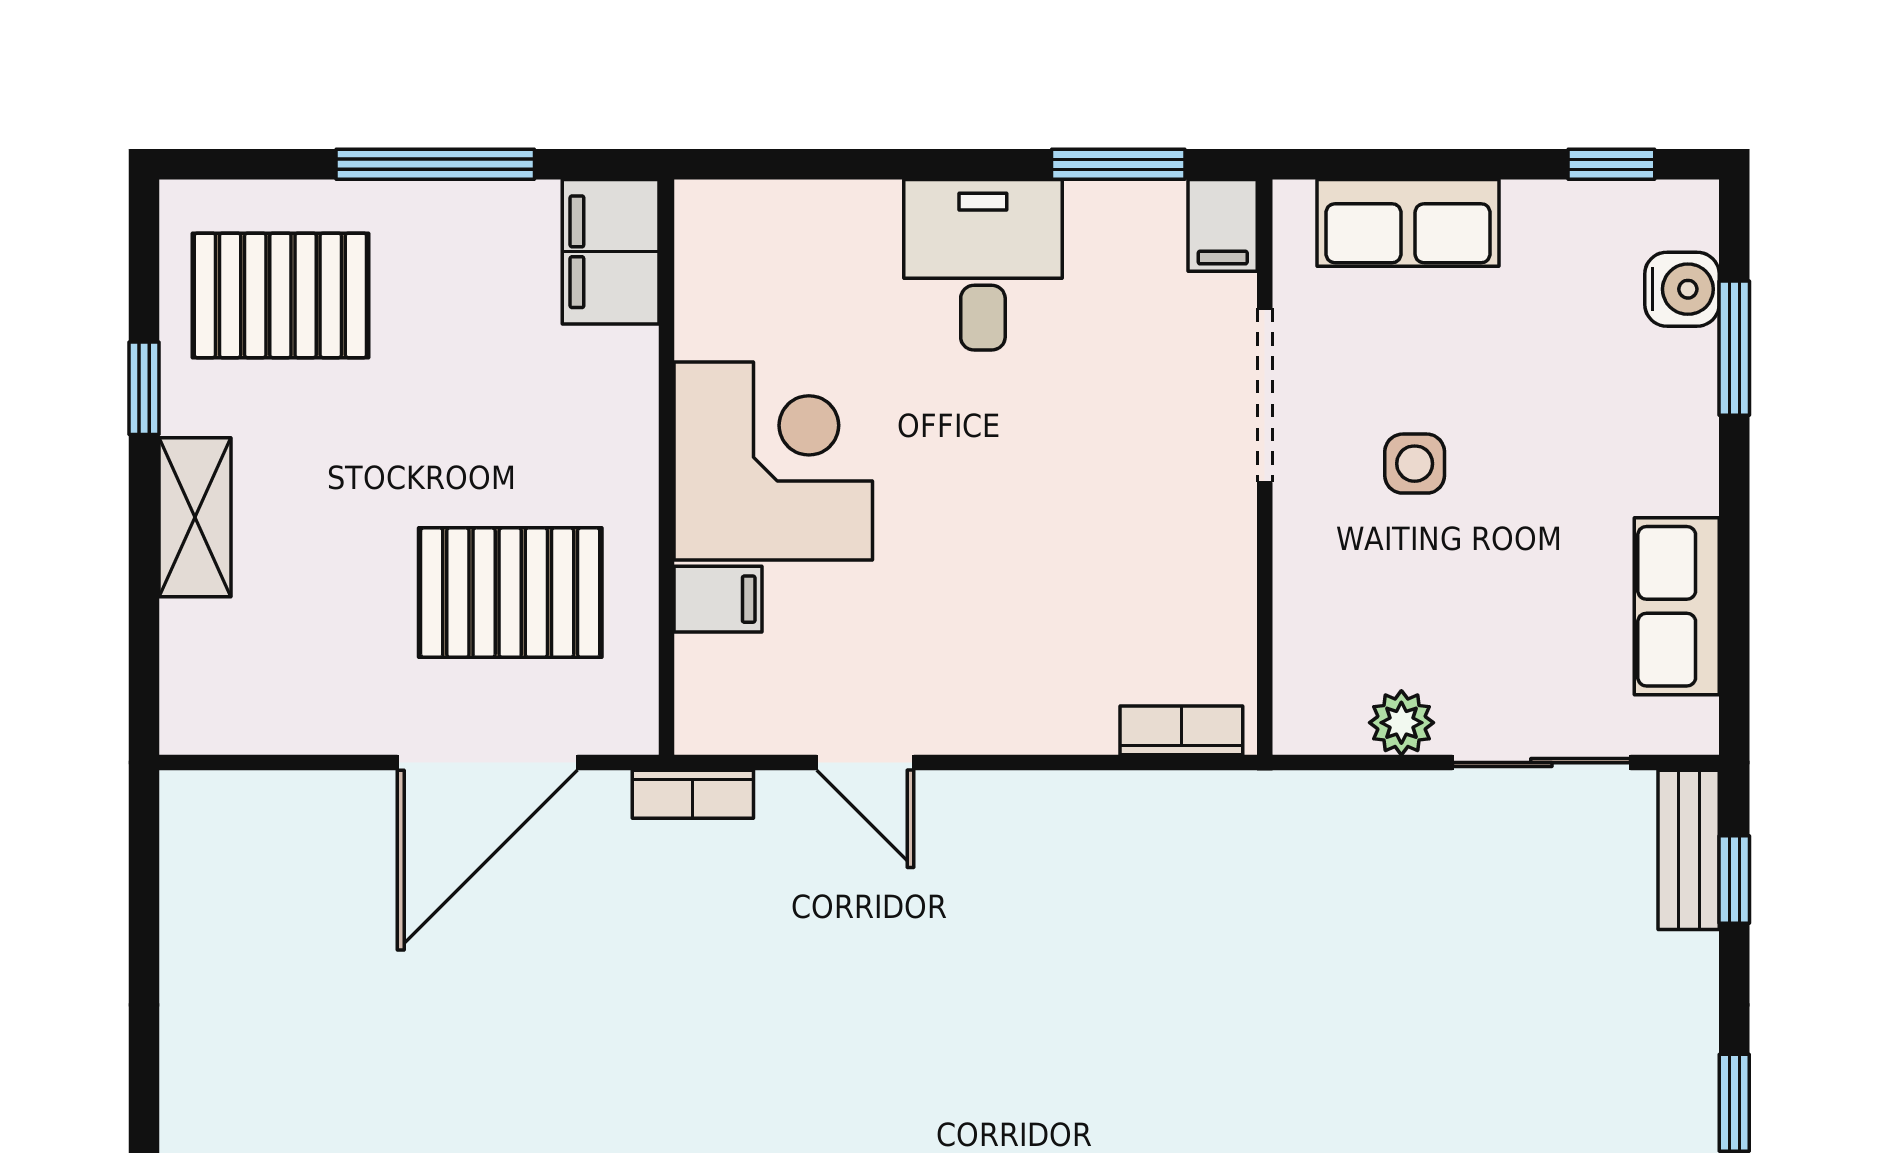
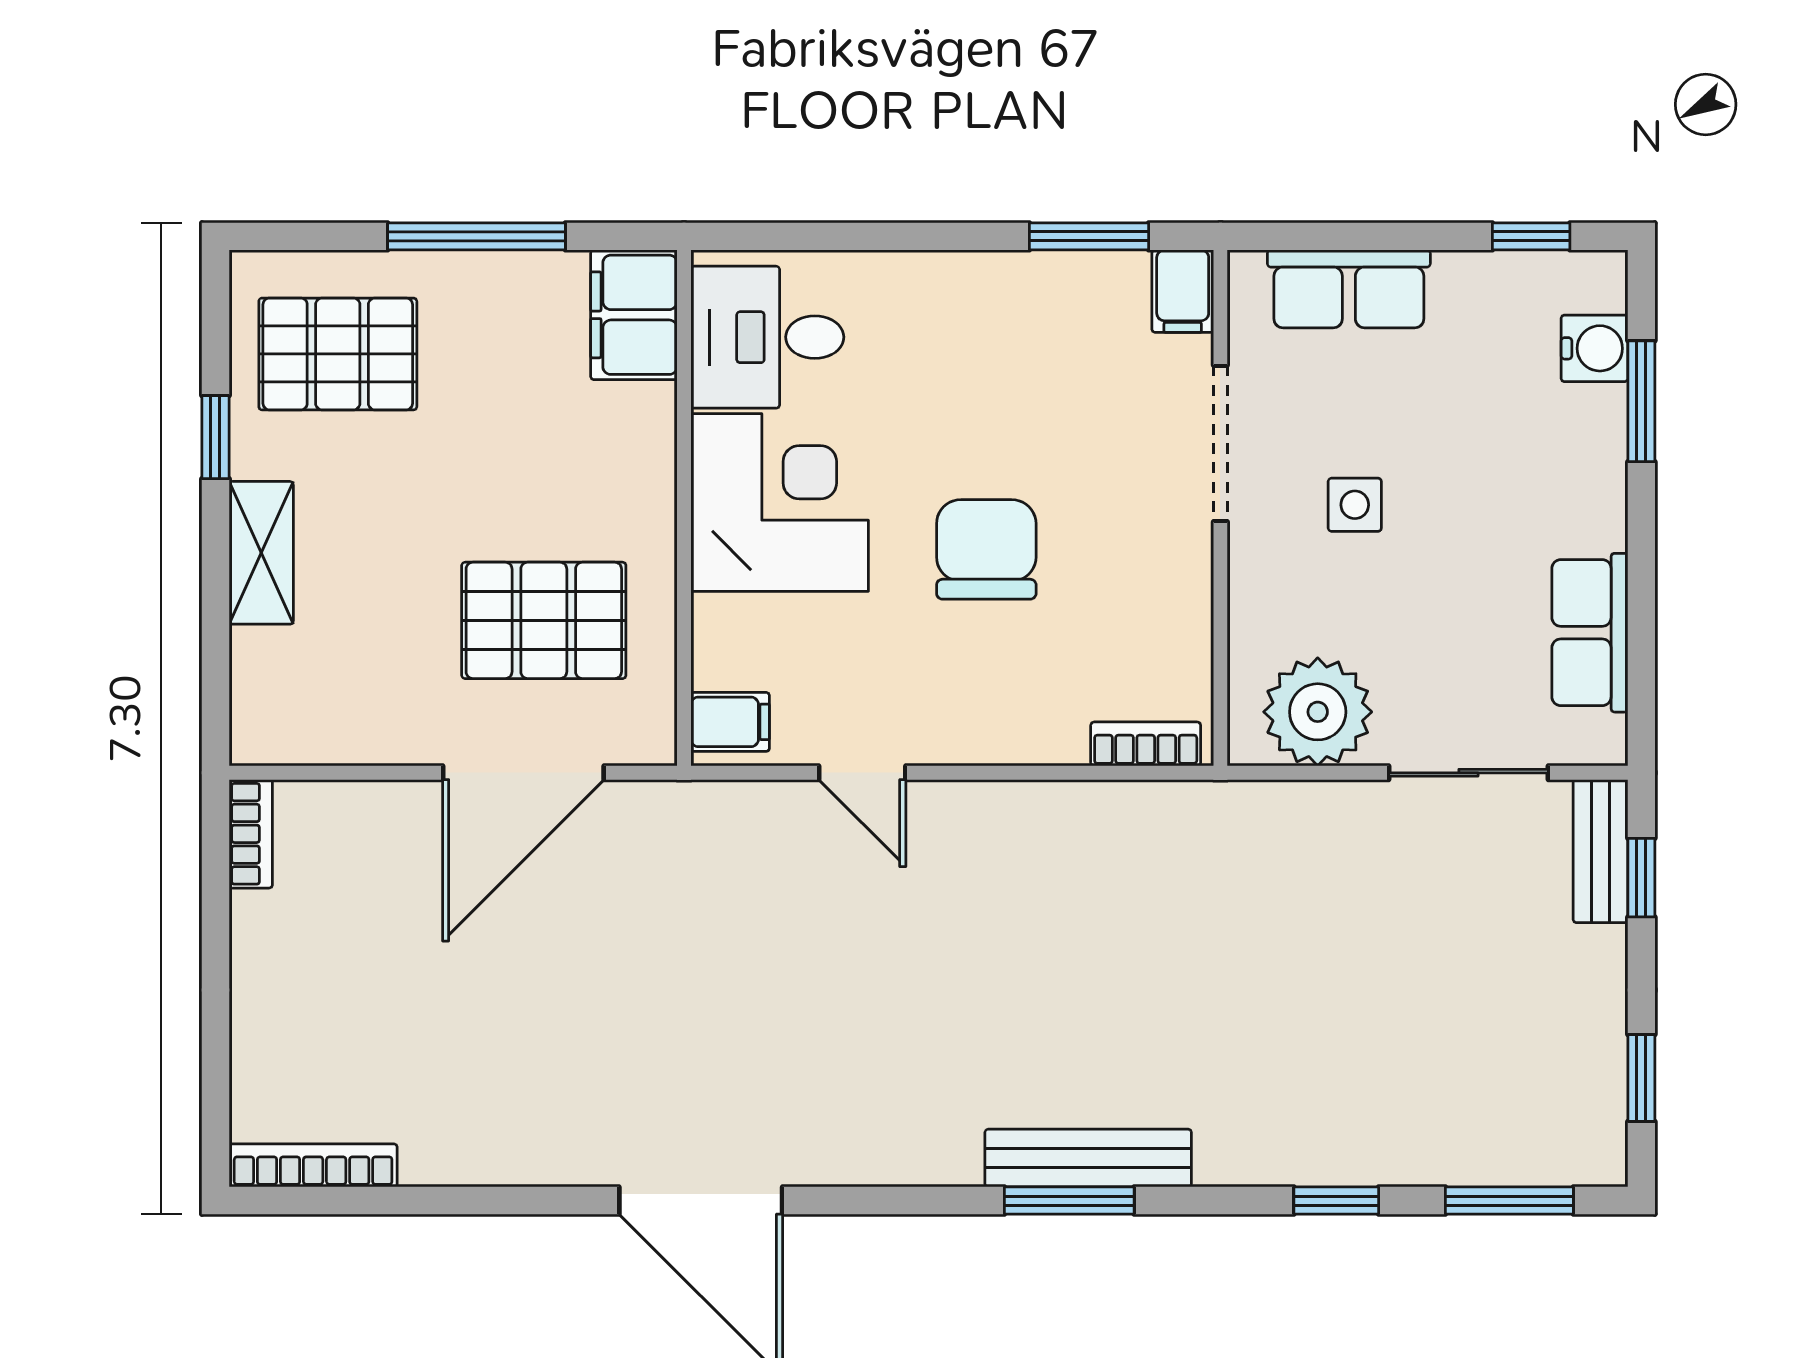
desk: (983, 265) -> (767, 337), moved, turned -90
chair: (1004, 513) -> (986, 549), added
filing cabinet: (718, 599) -> (730, 722), moved
plant: (1401, 723) -> (1318, 712), width x1.88, depth x1.88
bookcase: (693, 794) -> (251, 834), moved, turned -90

